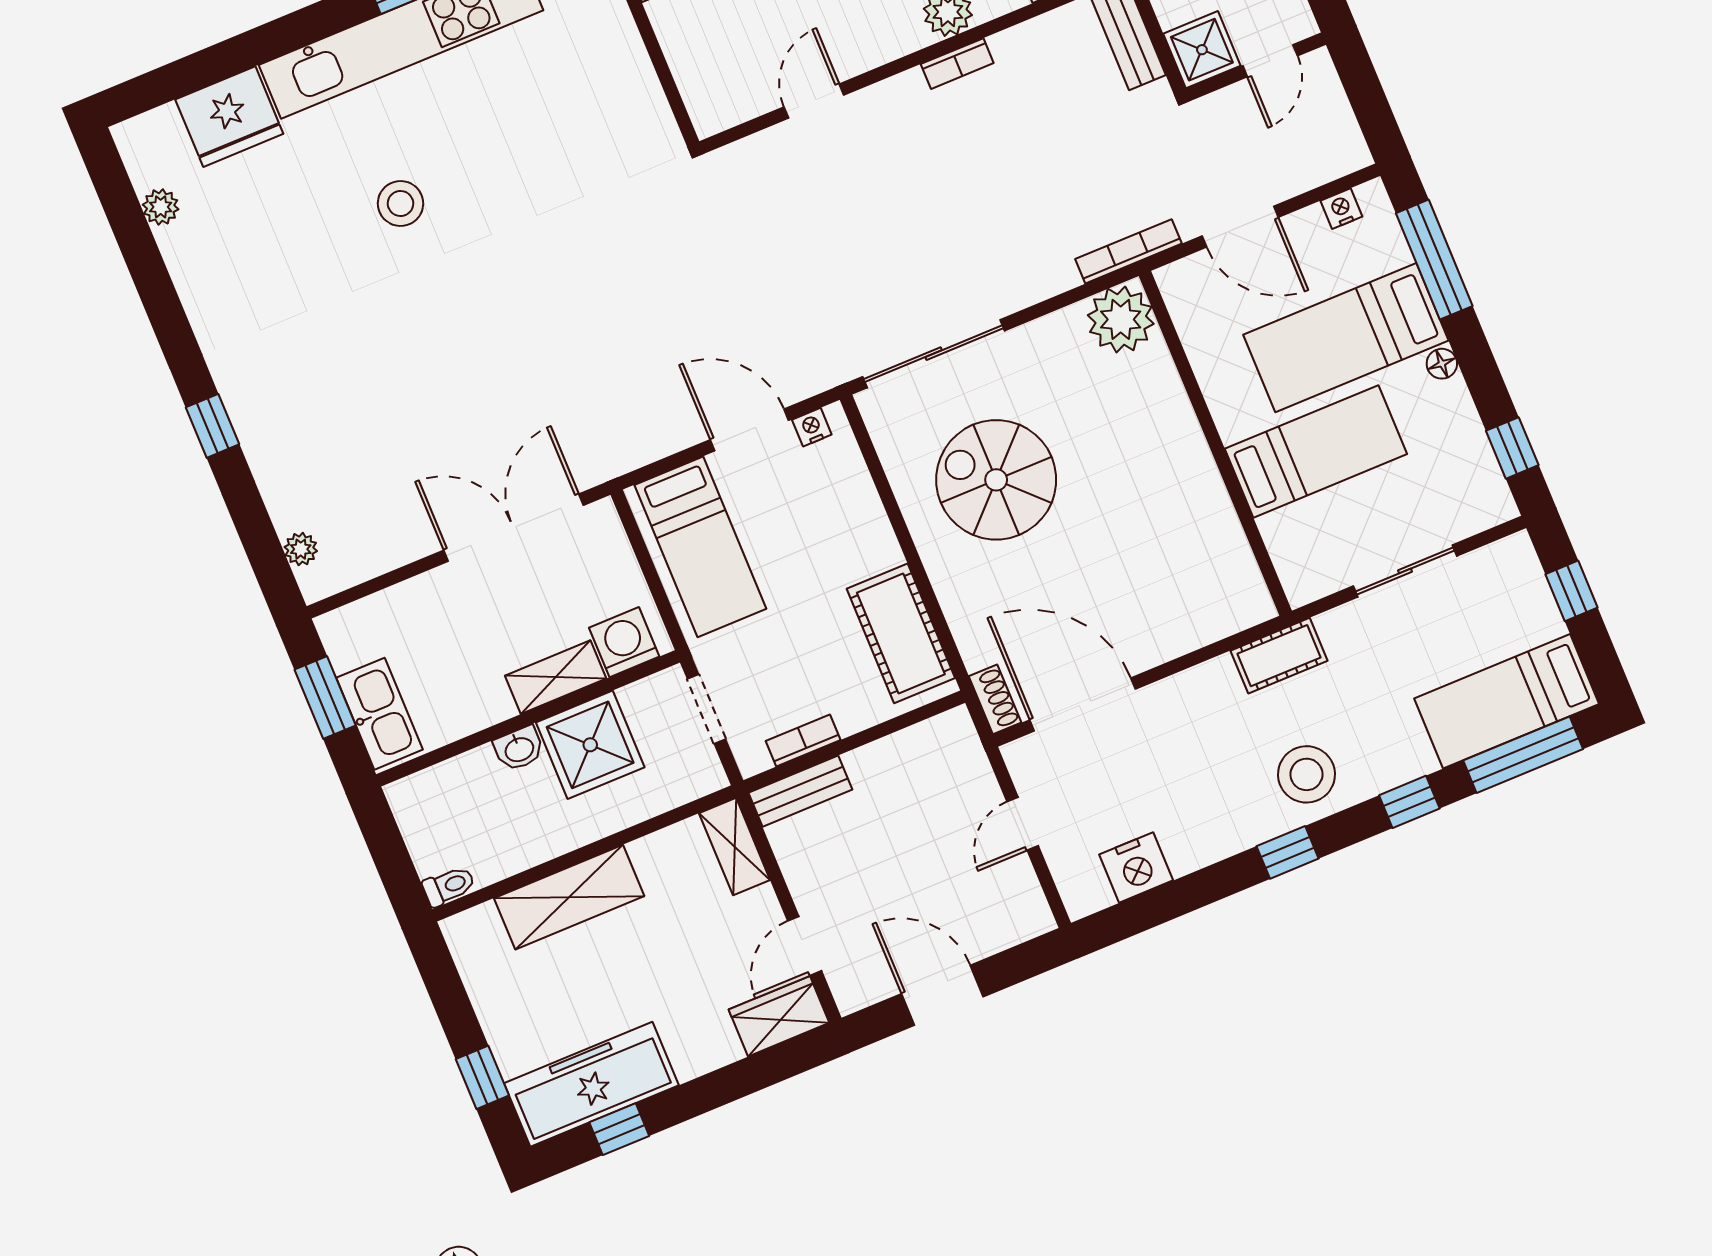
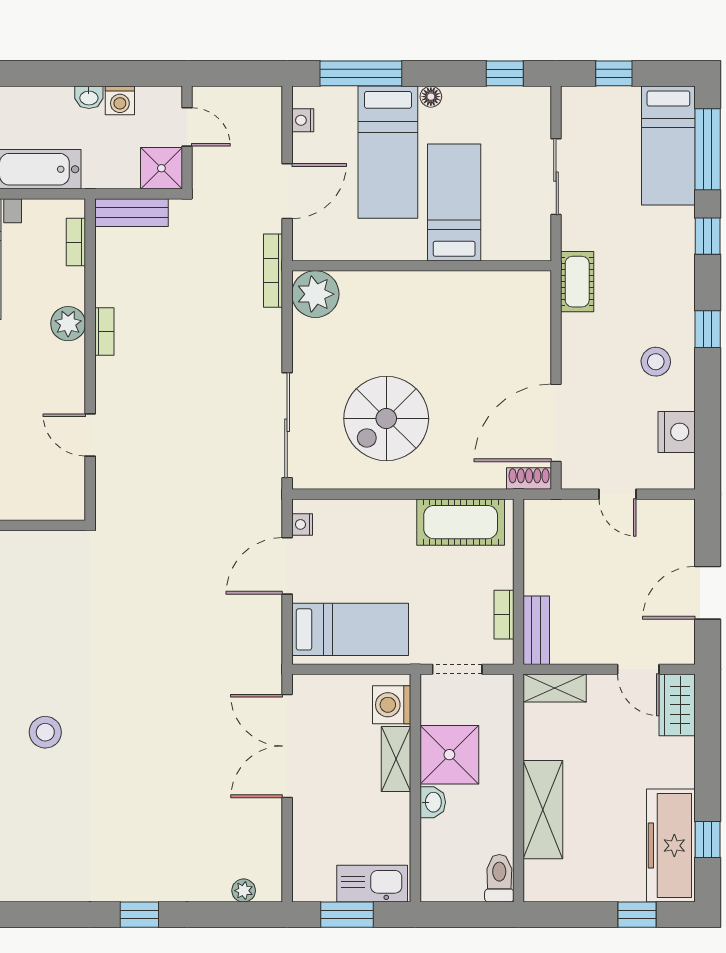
stool: (1306, 774) -> (656, 362), moved, width x0.73, depth x0.73
toilet: (449, 886) -> (499, 878), width x1.37, depth x1.39

